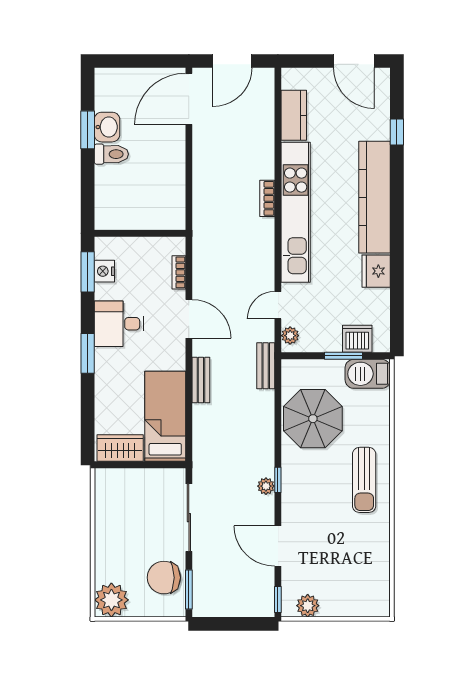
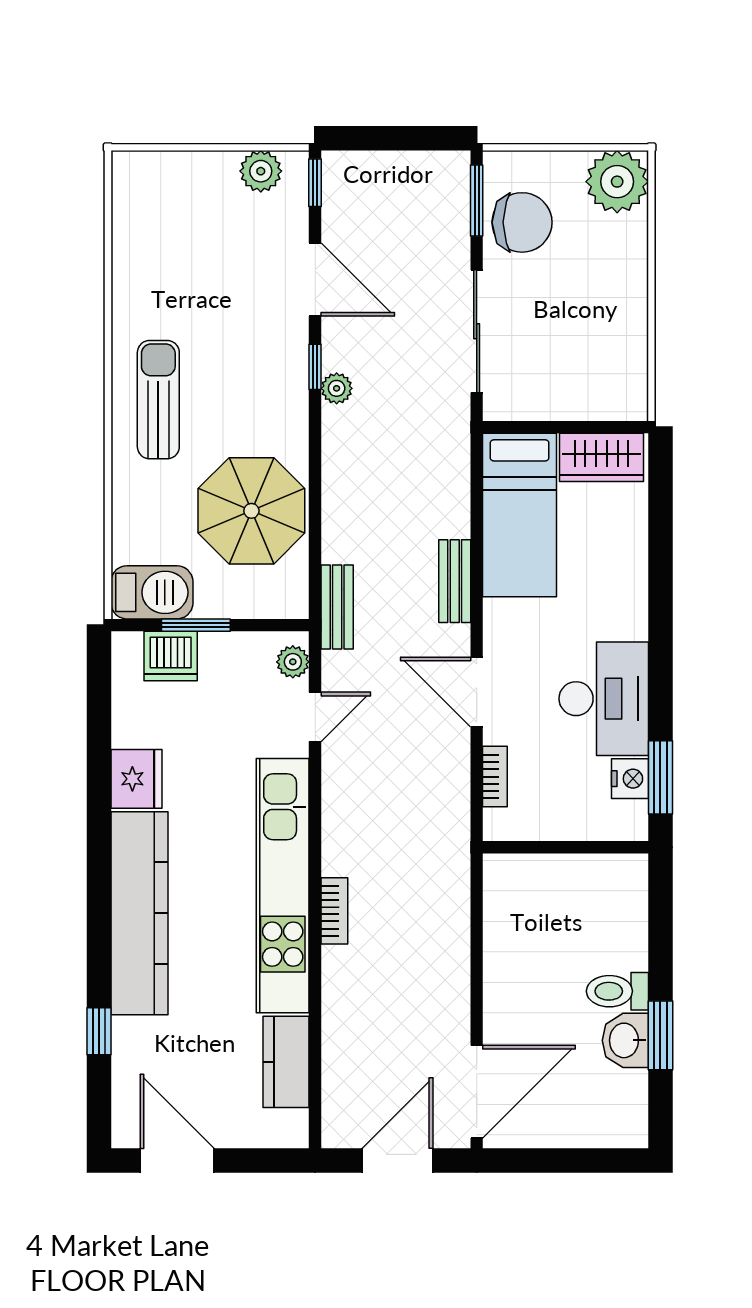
desk: (119, 324) -> (604, 699), width x1.37
window: (88, 353) -> (660, 629), removed
window: (278, 480) -> (315, 367), moved

